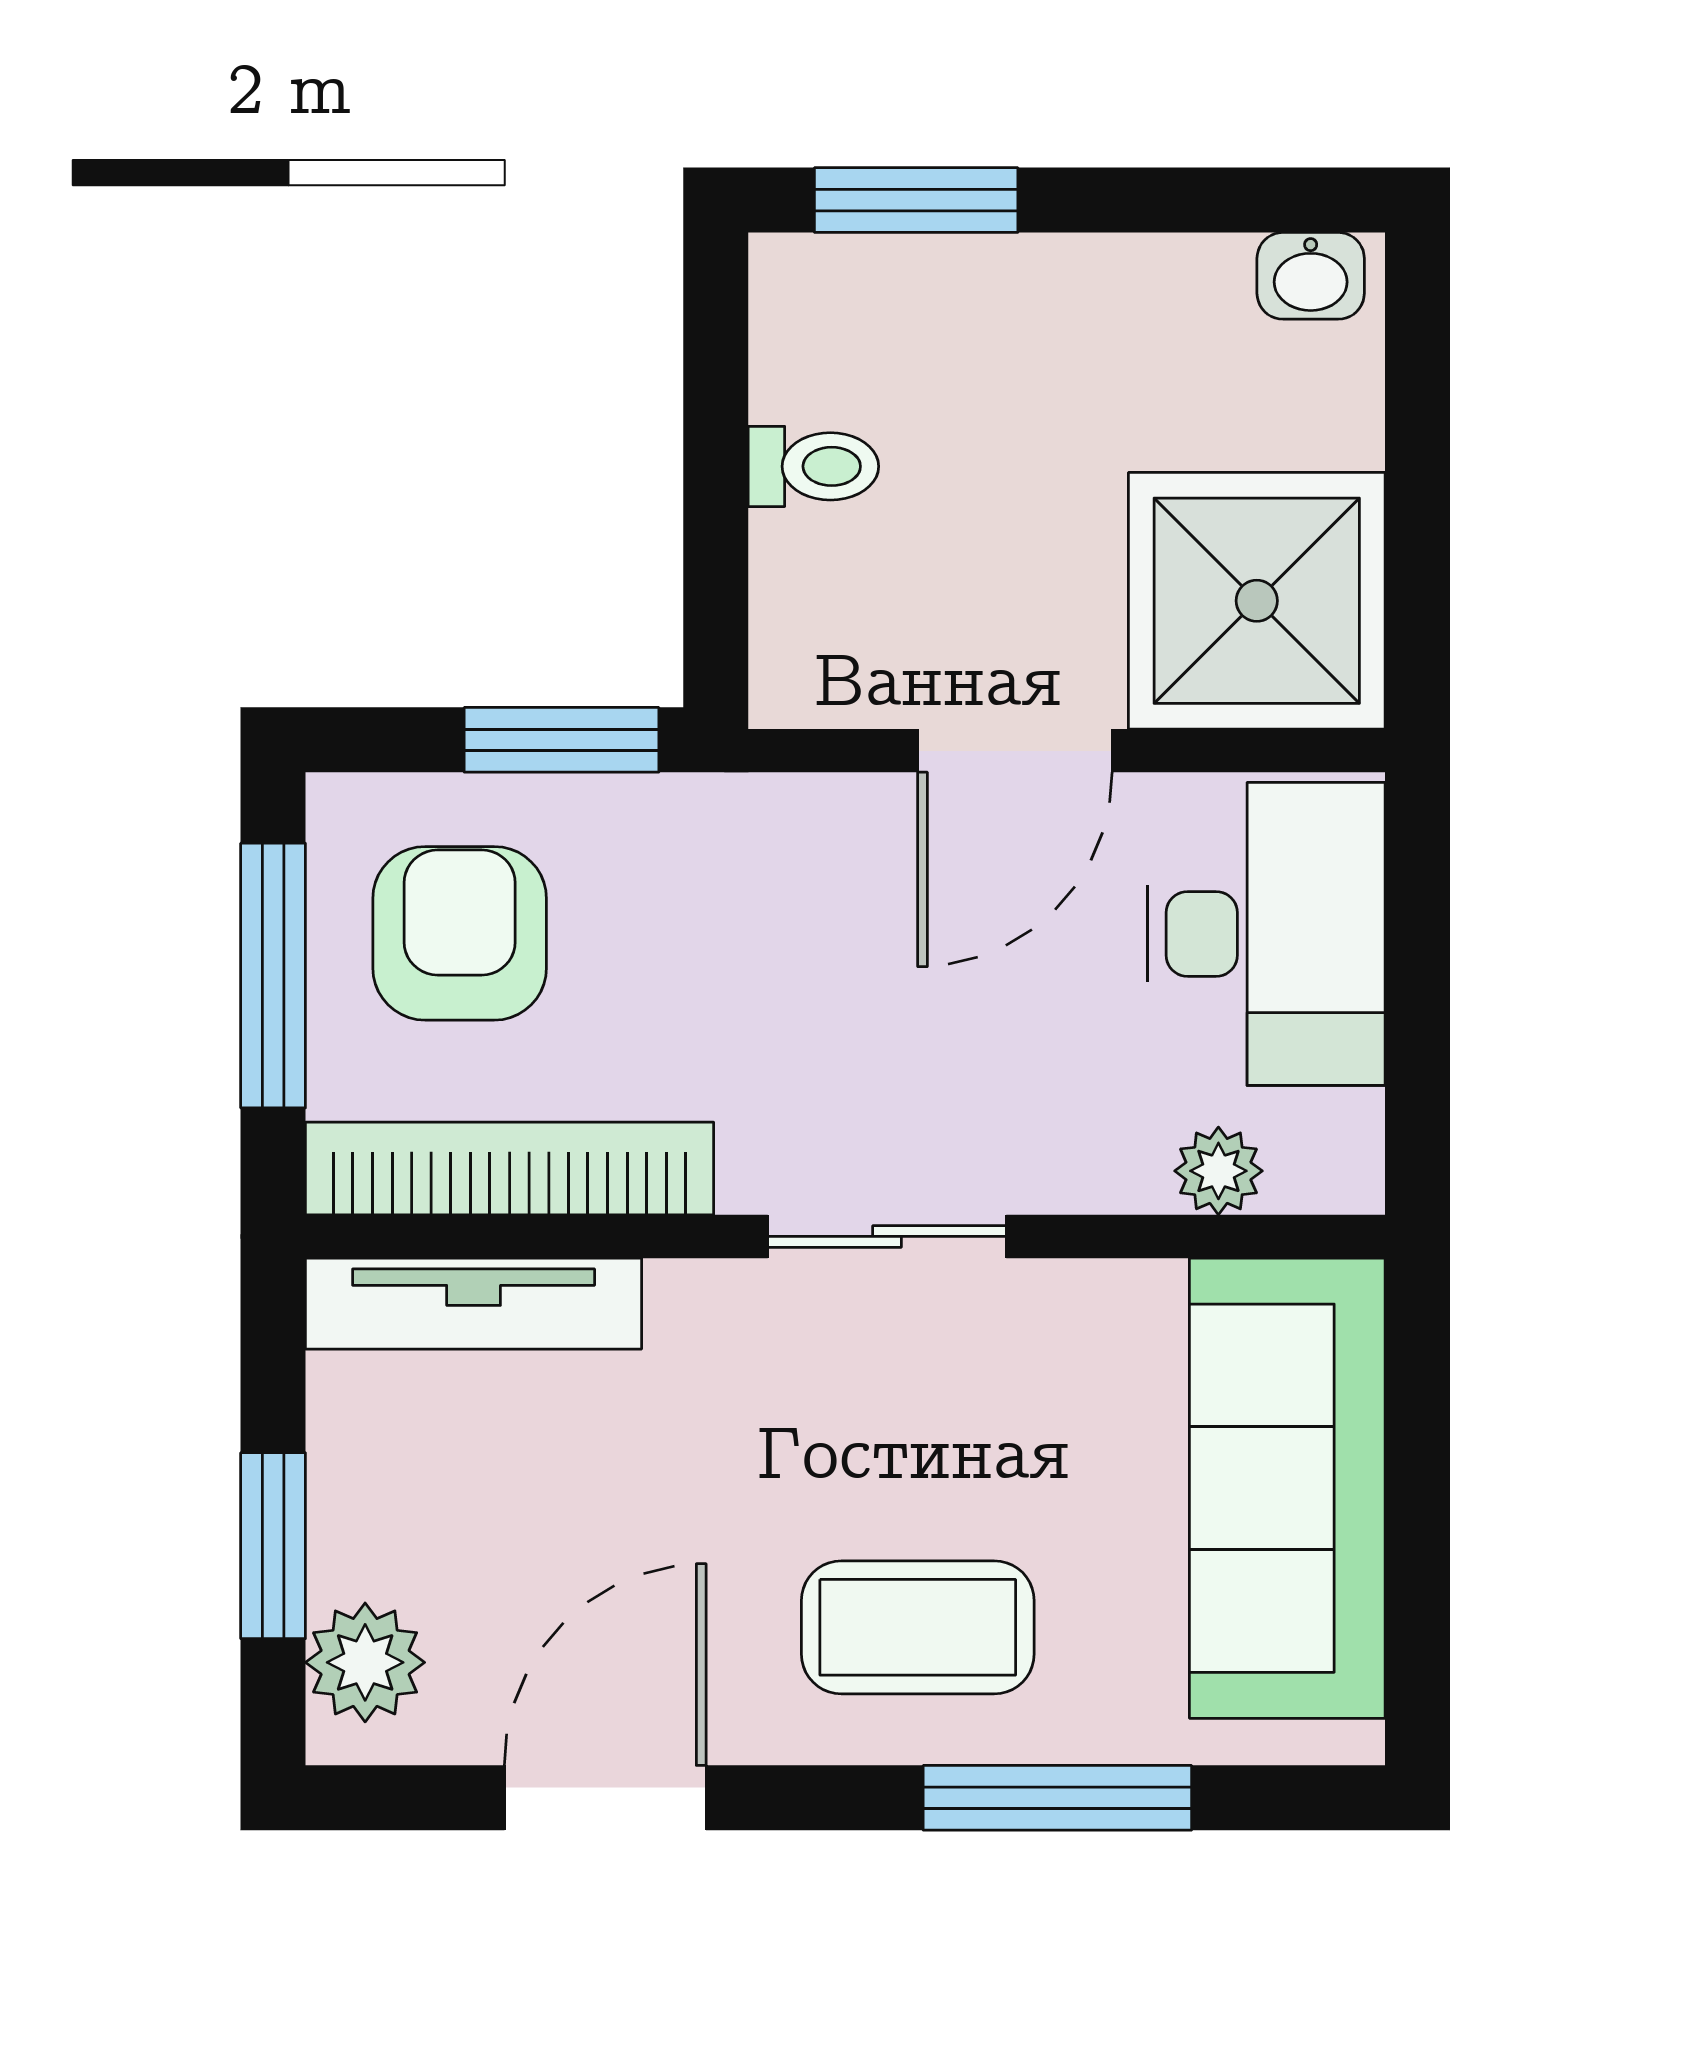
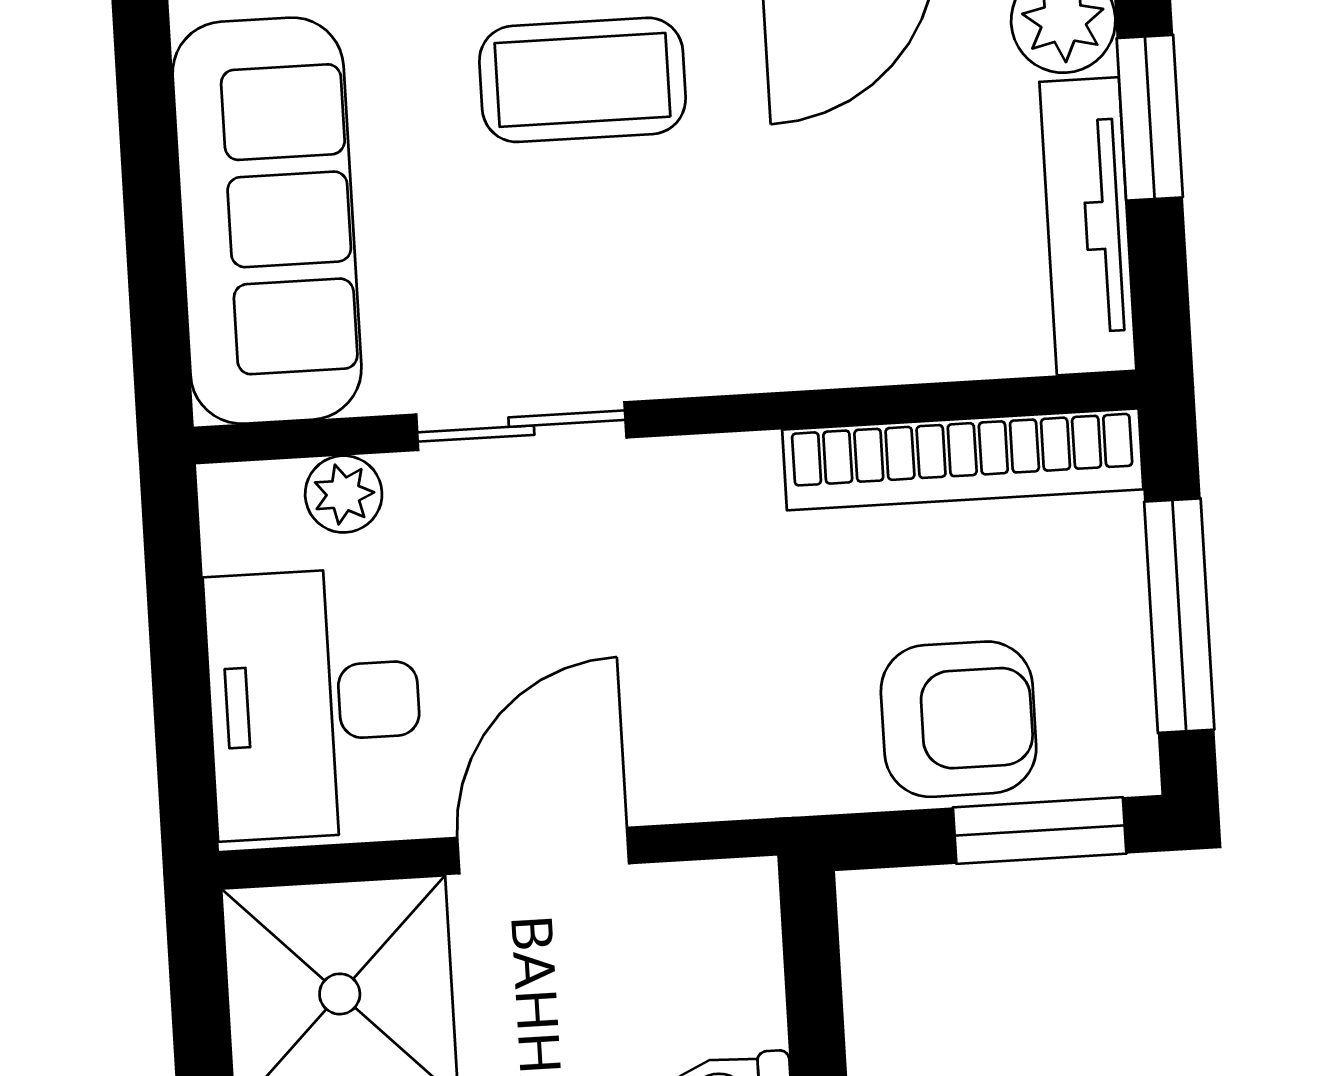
window: (561, 740) -> (1040, 830), moved
armchair: (460, 933) -> (959, 719), moved, turned -90
sliding door: (887, 1236) -> (521, 426), moved
tv unit: (474, 1304) -> (1088, 226), moved, turned -90

